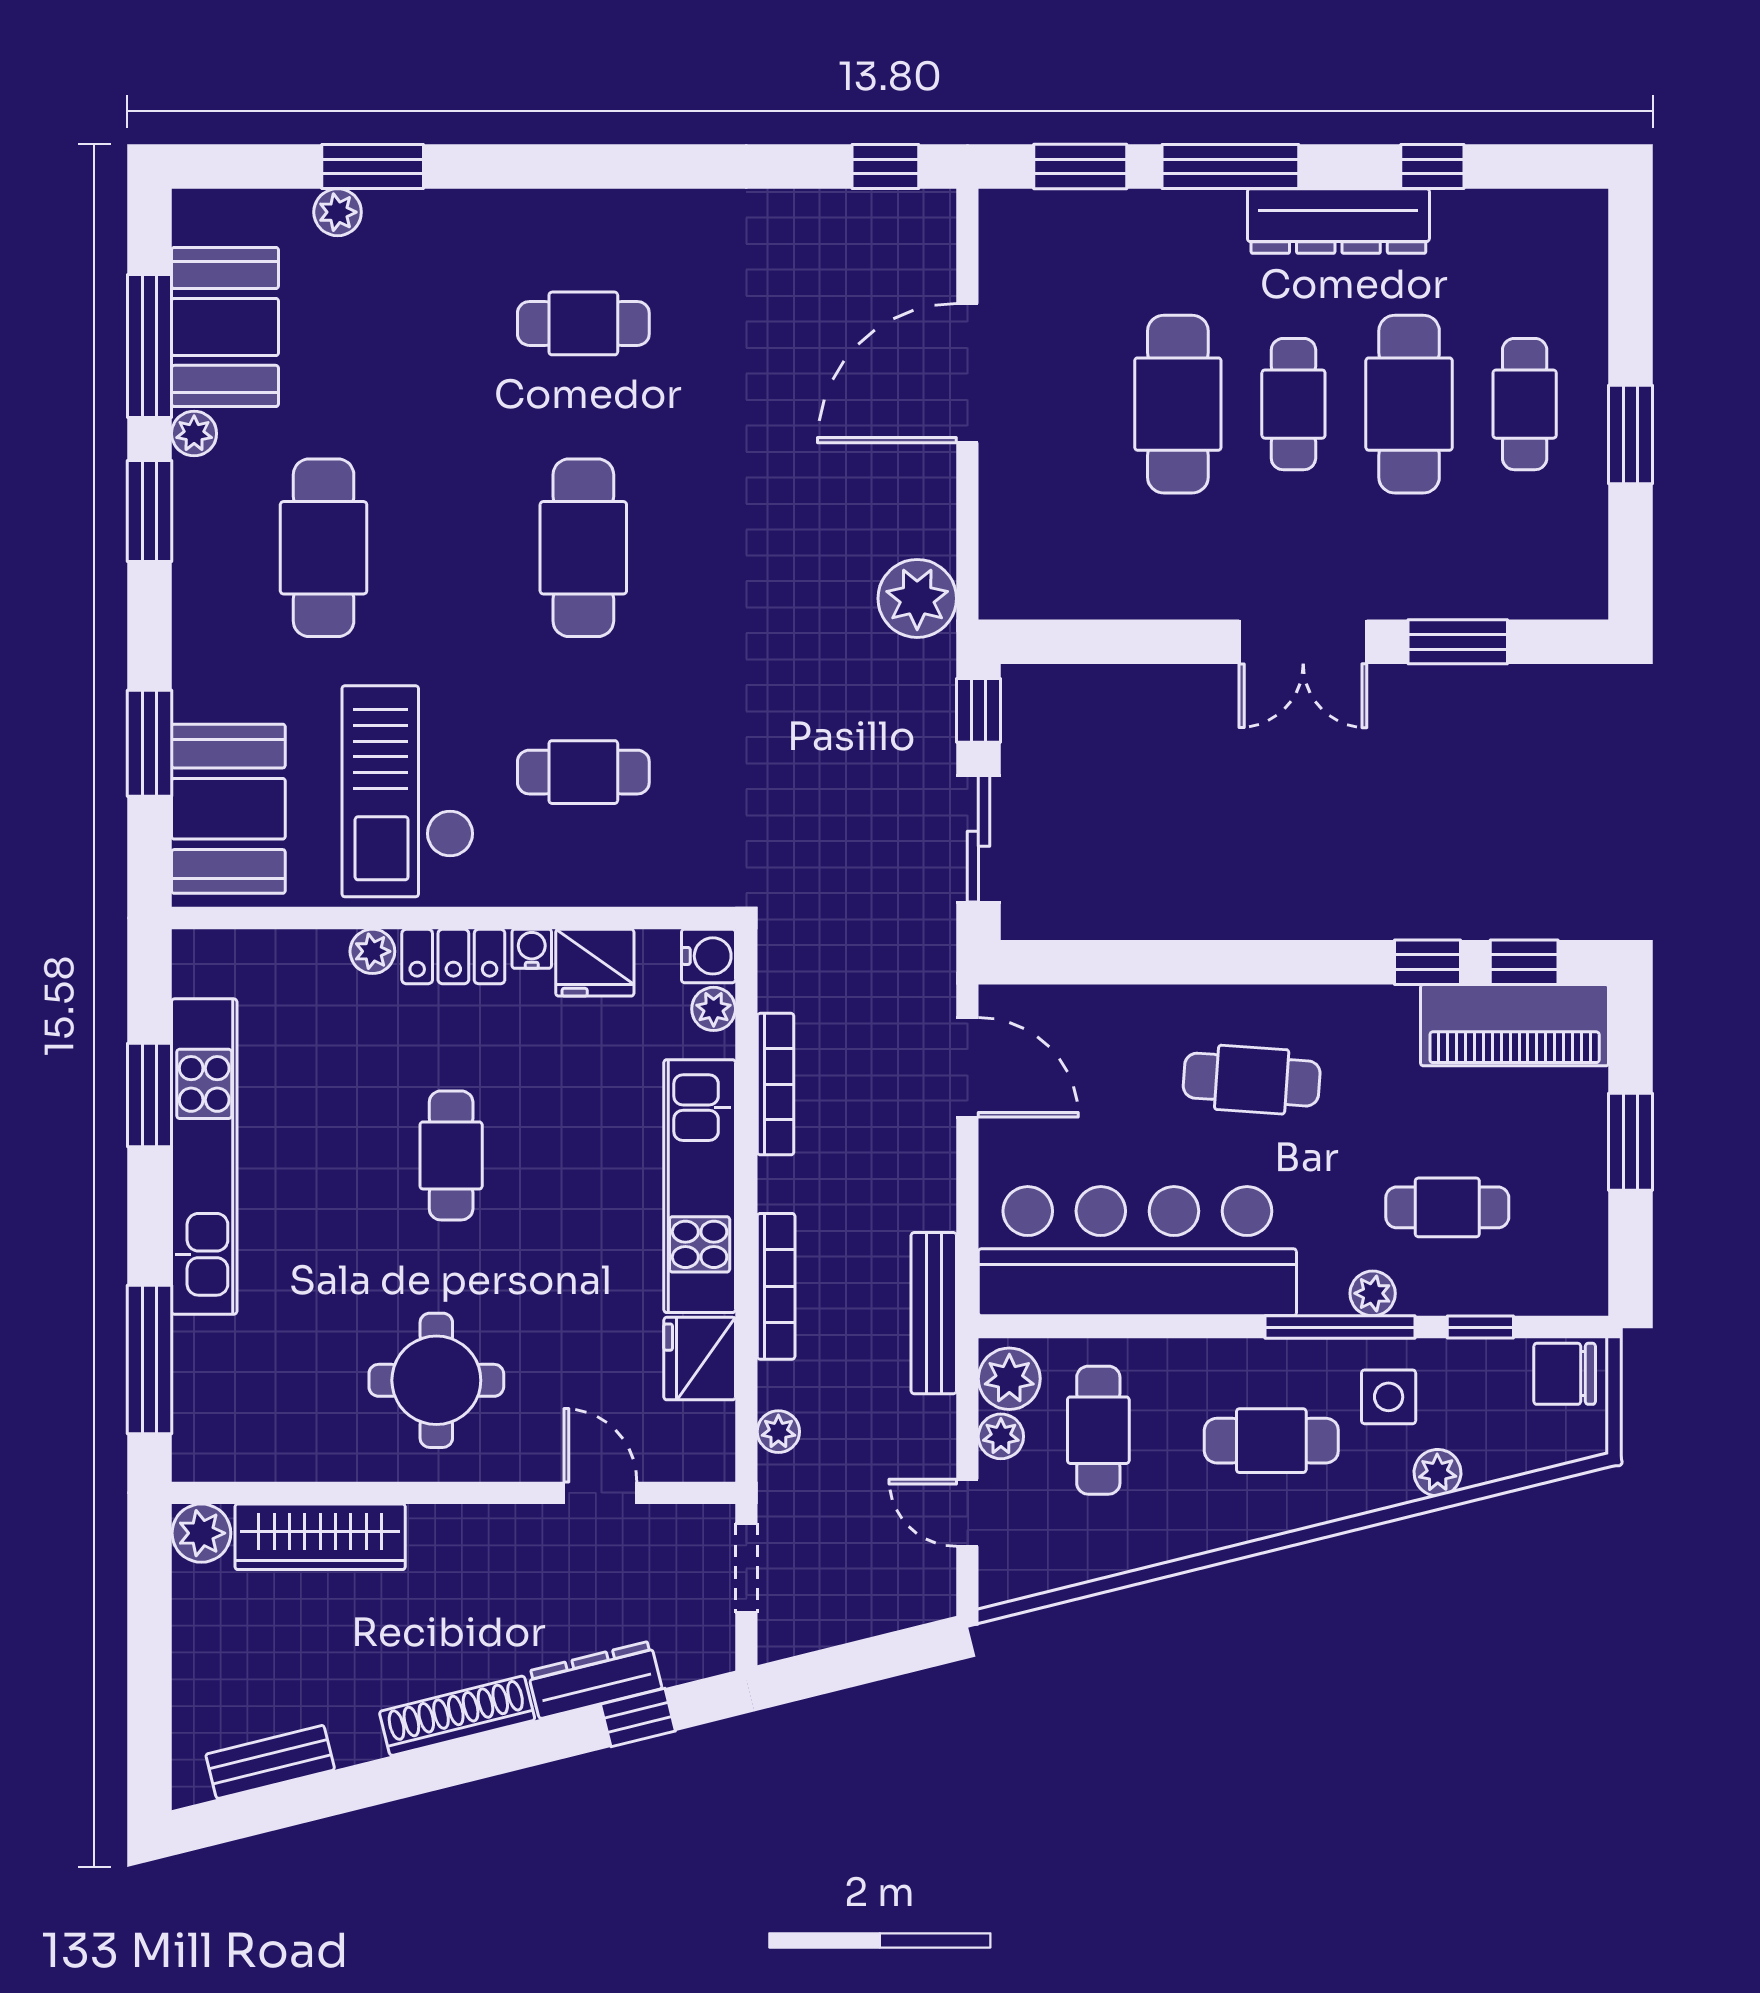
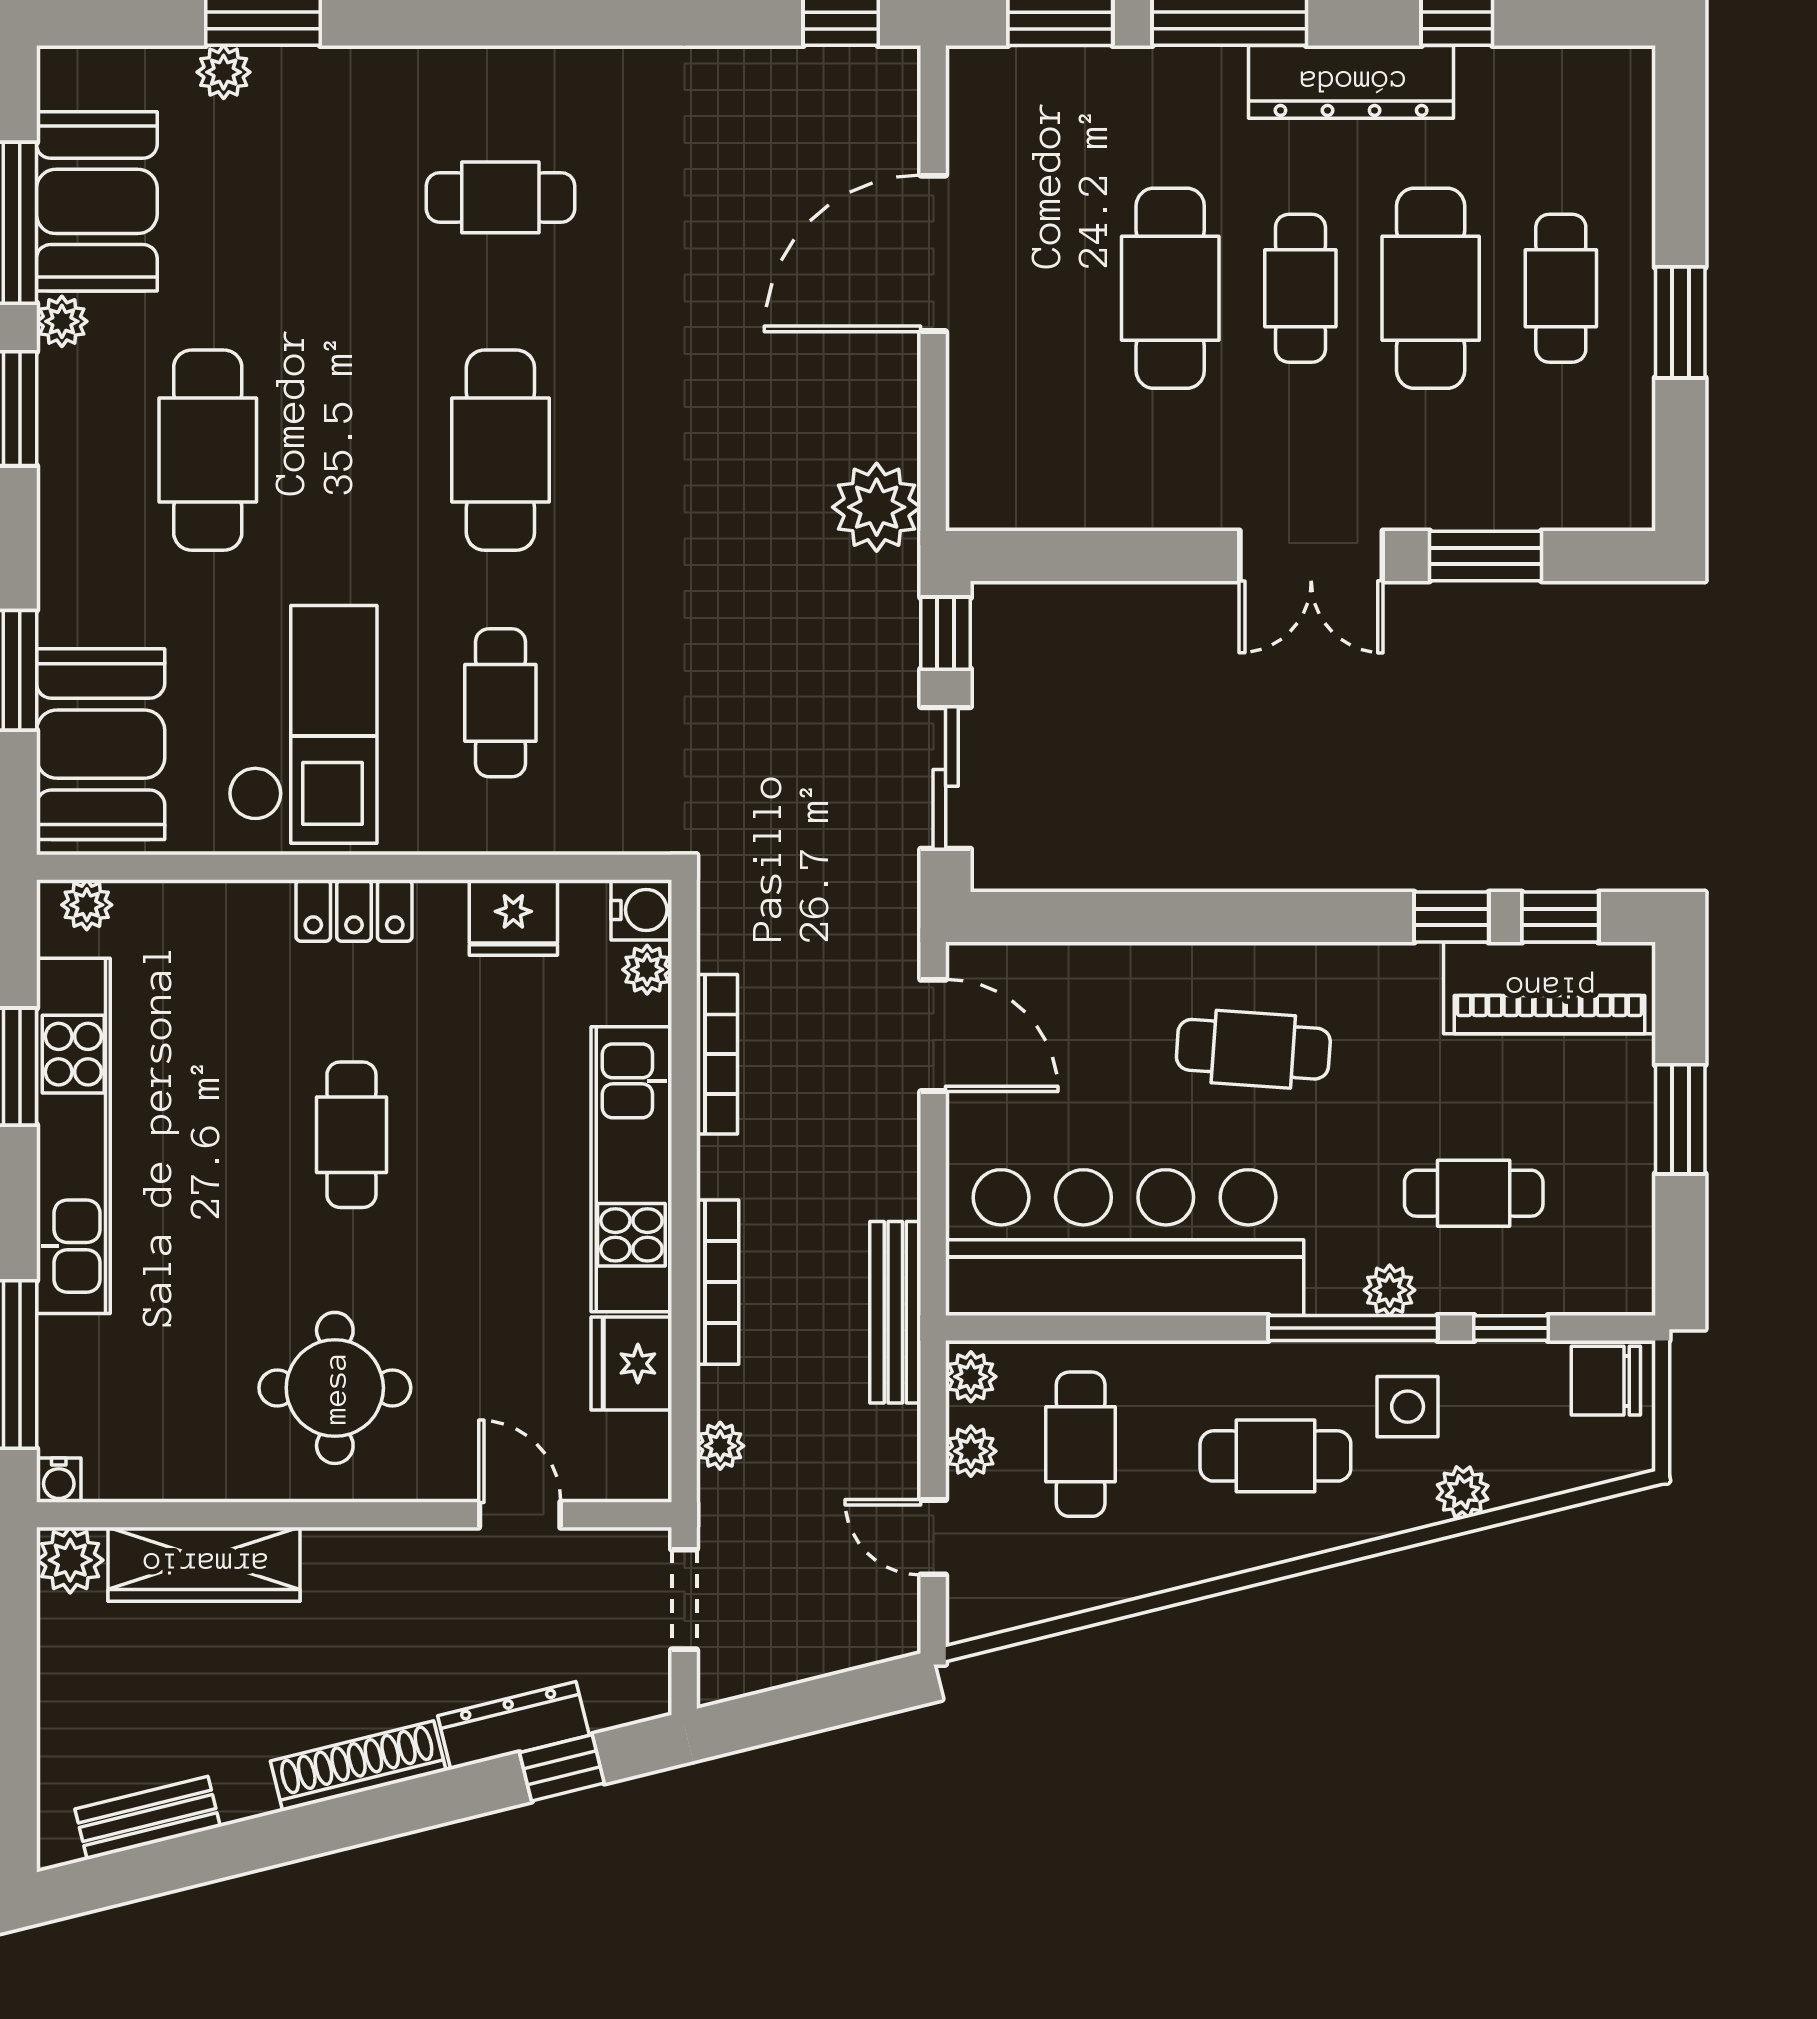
cafe table: (583, 772) -> (500, 703), turned 90
checkout: (408, 791) -> (303, 724), turned 180
water cooler: (532, 949) -> (59, 1480), moved, turned 180
plant: (372, 951) -> (87, 905), moved
plant: (1009, 1379) -> (971, 1377), width x0.73, depth x0.73

